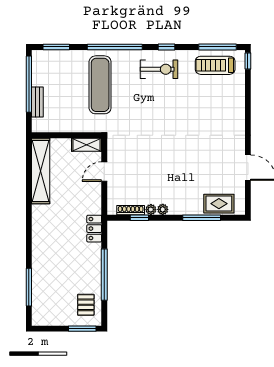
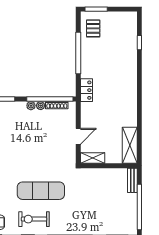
exercise mat: (100, 85) -> (41, 191), moved, turned 90
bench: (37, 102) -> (132, 180), moved
shelving: (41, 171) -> (130, 145), width x0.68
window: (139, 218) -> (50, 99), width x3.17
window: (29, 287) -> (139, 43), width x0.46

